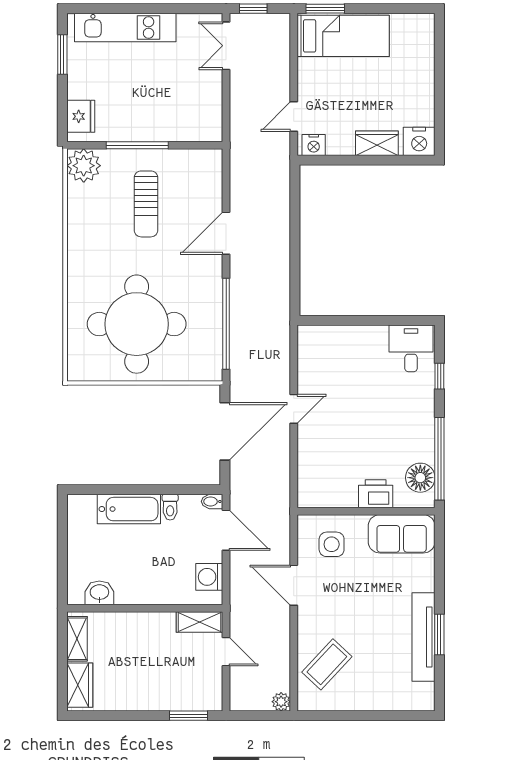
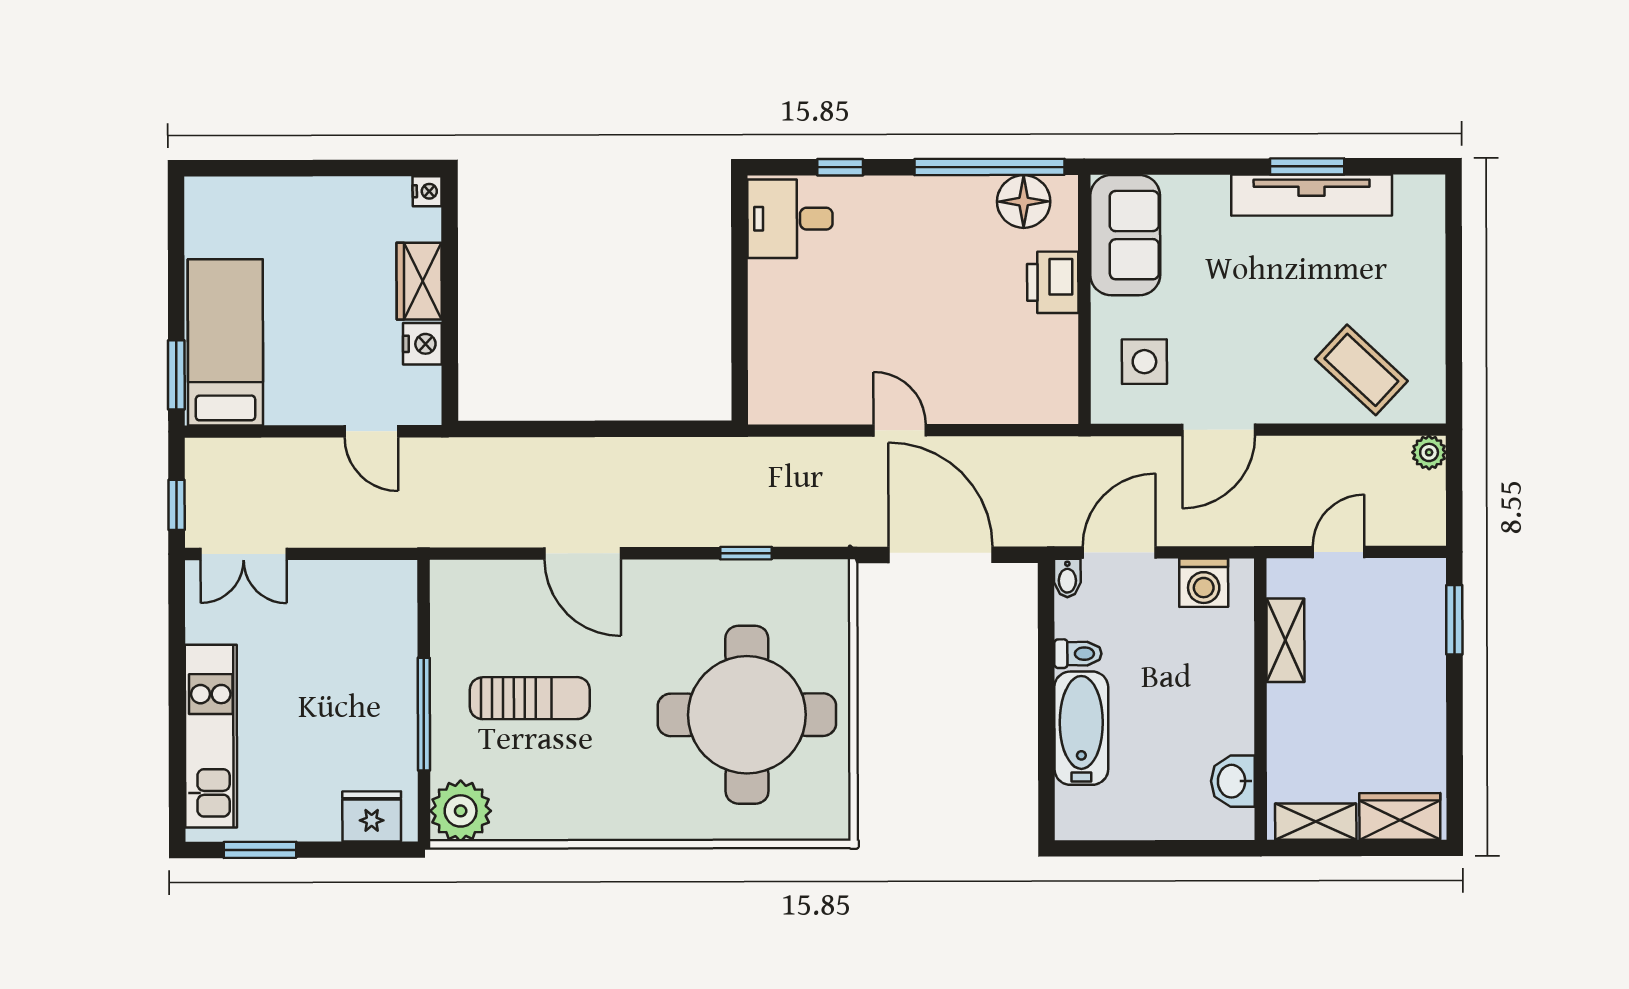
nightstand: (419, 141) -> (427, 191), width x0.53, depth x0.56
nightstand: (314, 145) -> (422, 344), moved
window: (226, 324) -> (746, 553), width x0.32
shelving: (200, 622) -> (1285, 640), moved

